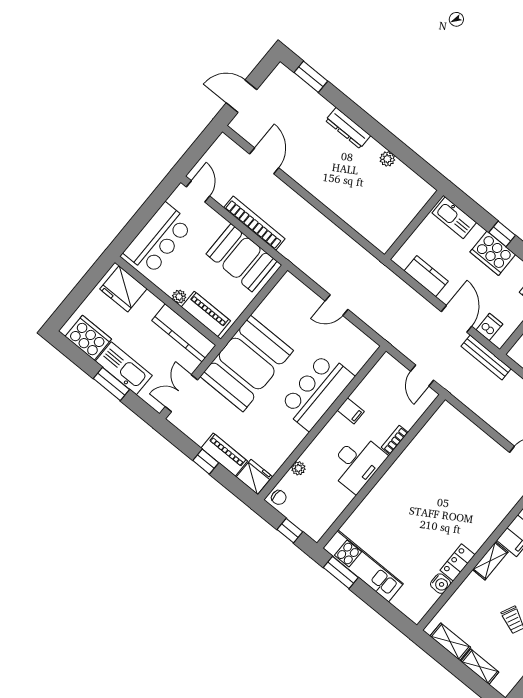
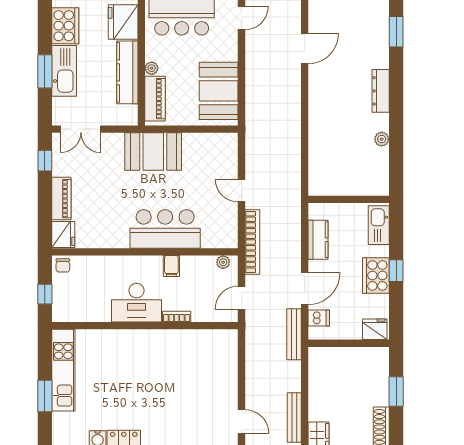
bookcase: (254, 223) -> (252, 242), moved
kitchen counter: (184, 333) -> (127, 72), moved
booth: (247, 364) -> (153, 151), width x0.73, depth x0.70
double door: (181, 393) -> (81, 129), swing flipped
window: (206, 462) -> (45, 161), moved
plant: (298, 468) -> (223, 262), moved
window: (341, 572) -> (45, 396), moved

